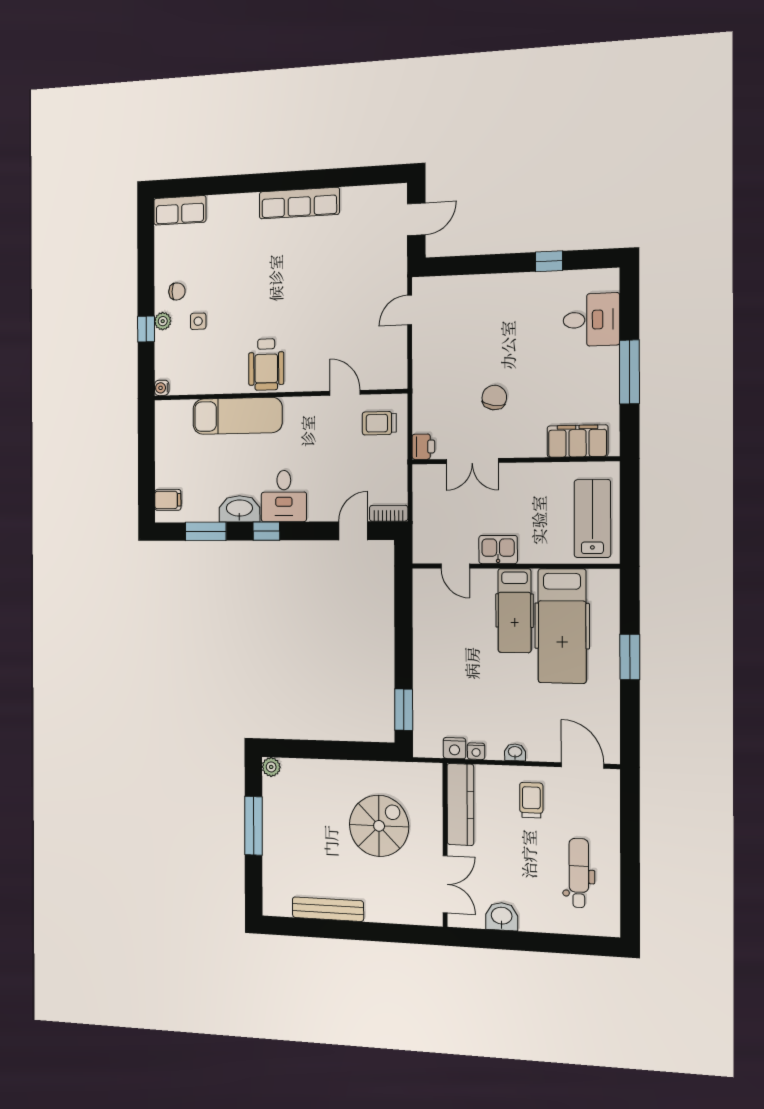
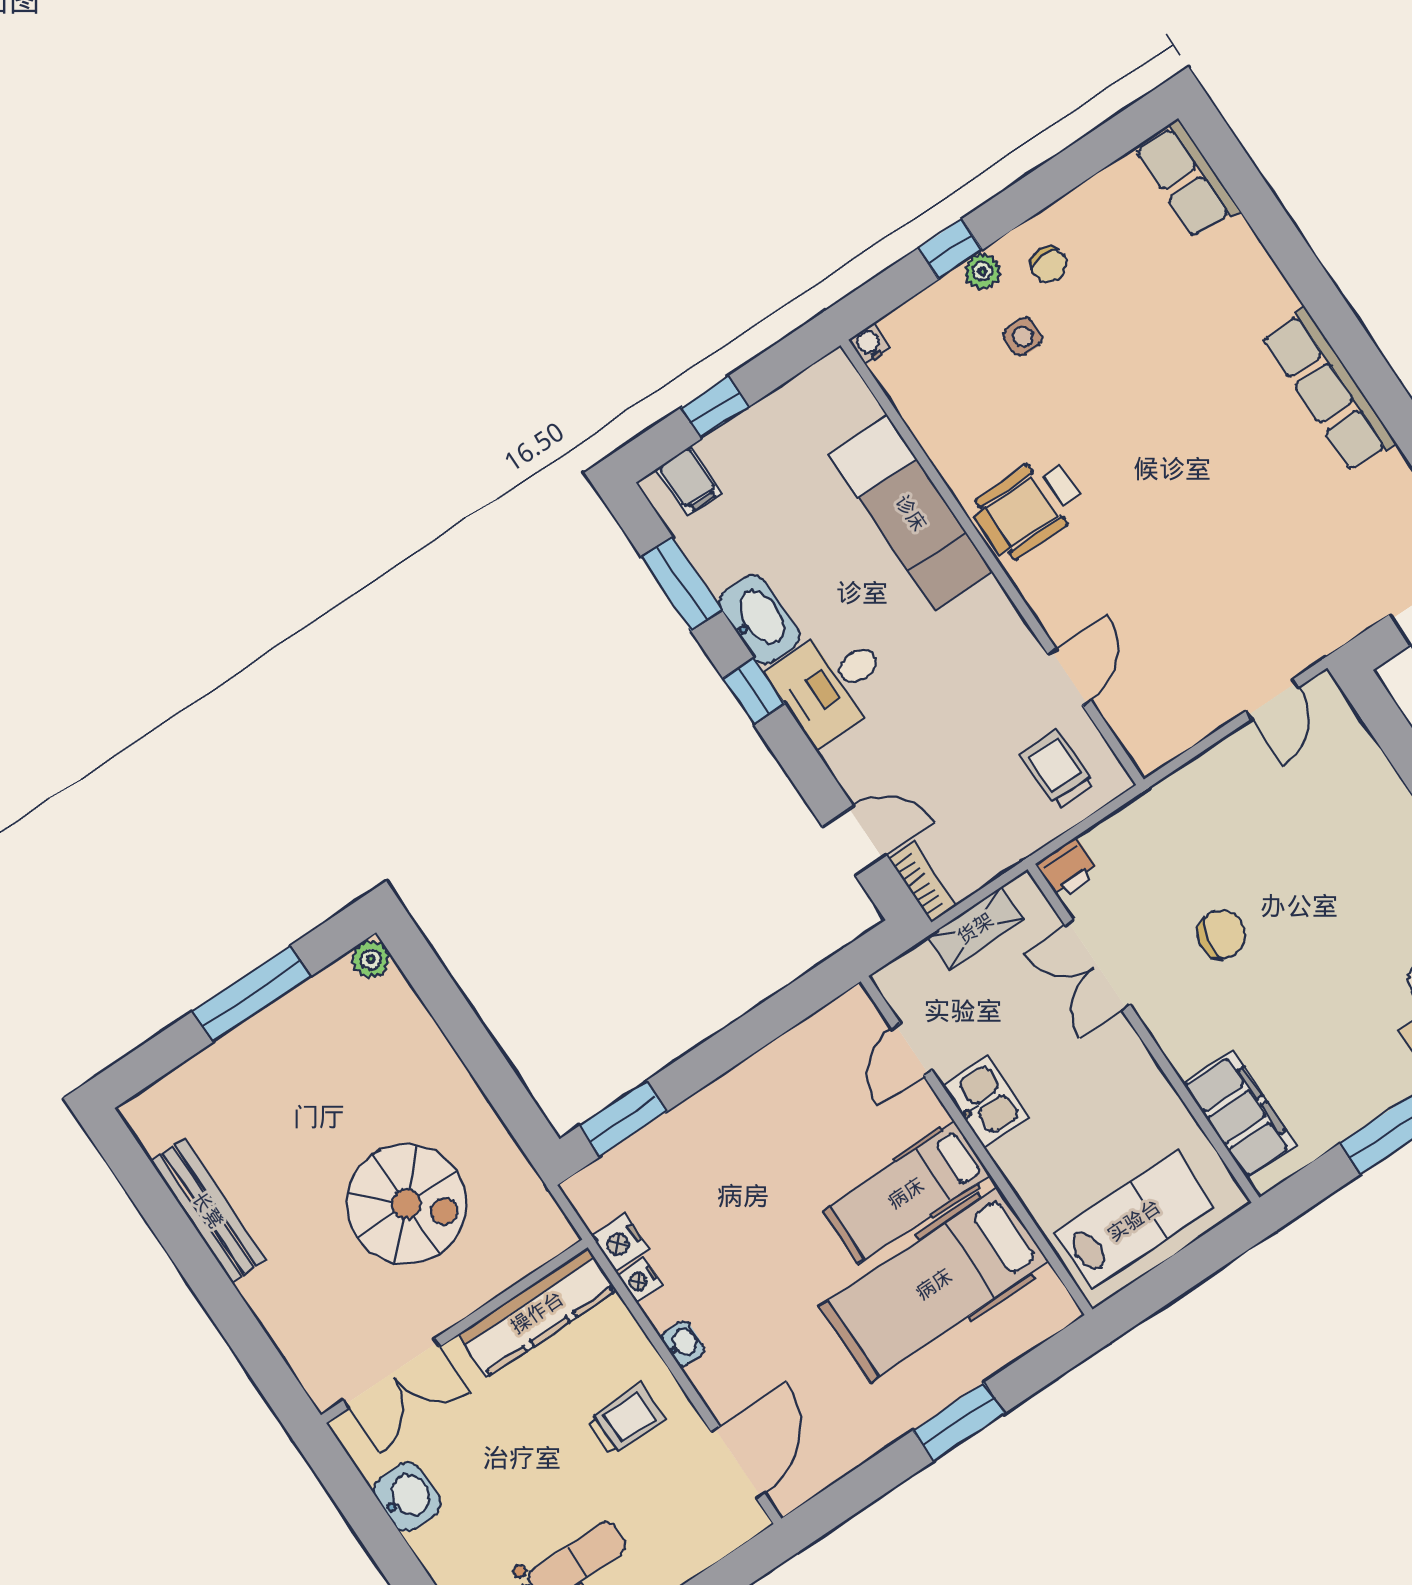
door: (410, 310) -> (1272, 699), swing flipped
window: (146, 469) -> (715, 407), added
shelving: (422, 504) -> (975, 928), added

